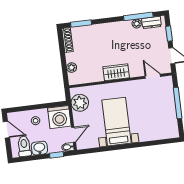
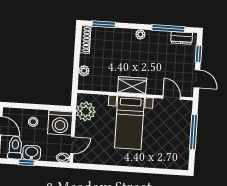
plant: (137, 24) -> (140, 34), moved
bed with nightstands: (116, 122) -> (129, 123), moved, turned 180
window: (57, 155) -> (26, 163), moved

